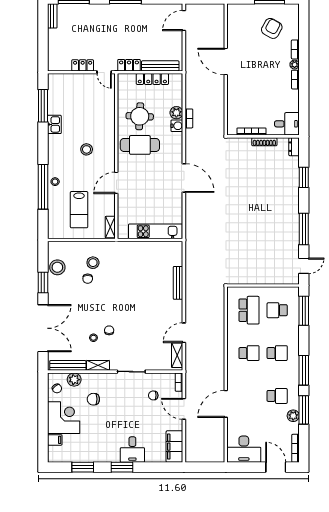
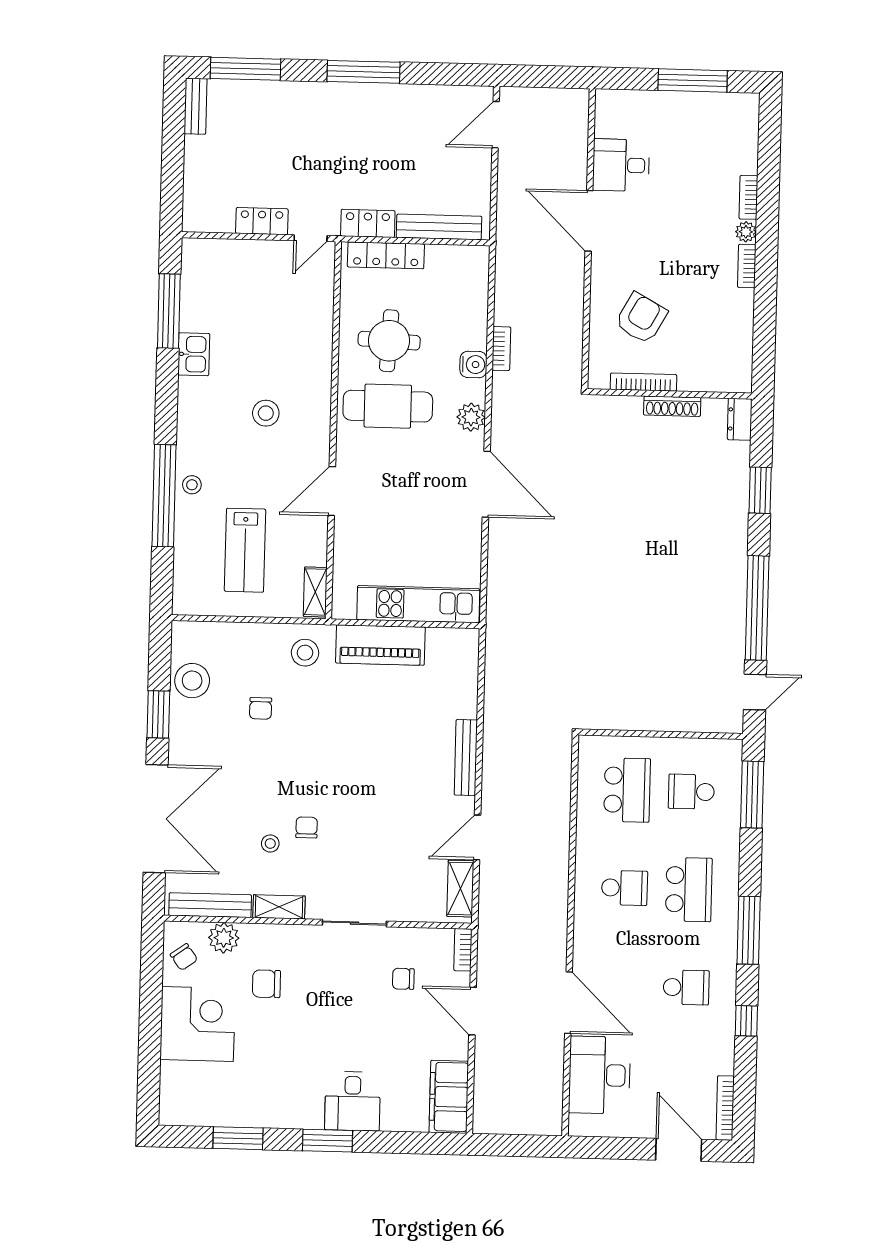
armchair: (272, 28) -> (641, 318), moved
door: (104, 72) -> (311, 238), hinge flipped
locker: (152, 79) -> (386, 255), moved
plant: (176, 113) -> (471, 417), moved
desk: (287, 124) -> (621, 165), moved, turned 180
window: (304, 229) -> (757, 608), width x1.46
piano: (139, 250) -> (380, 645), added
stool: (93, 263) -> (305, 653), moved
bench: (178, 283) -> (466, 758), moved
school desk: (277, 353) -> (689, 890), width x1.85
door: (226, 404) -> (568, 1003), swing flipped
window: (304, 410) -> (746, 1021), width x0.46
plant: (293, 416) -> (722, 1034), removed
filing cabinet: (55, 440) -> (176, 1075), removed
desk: (244, 449) -> (599, 1075), moved, turned 90

